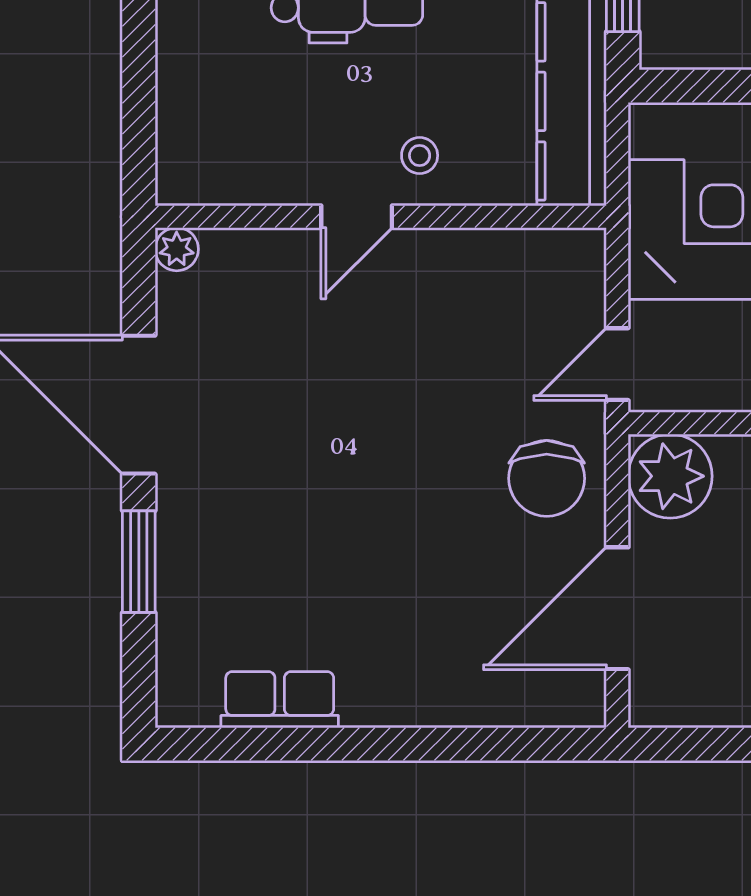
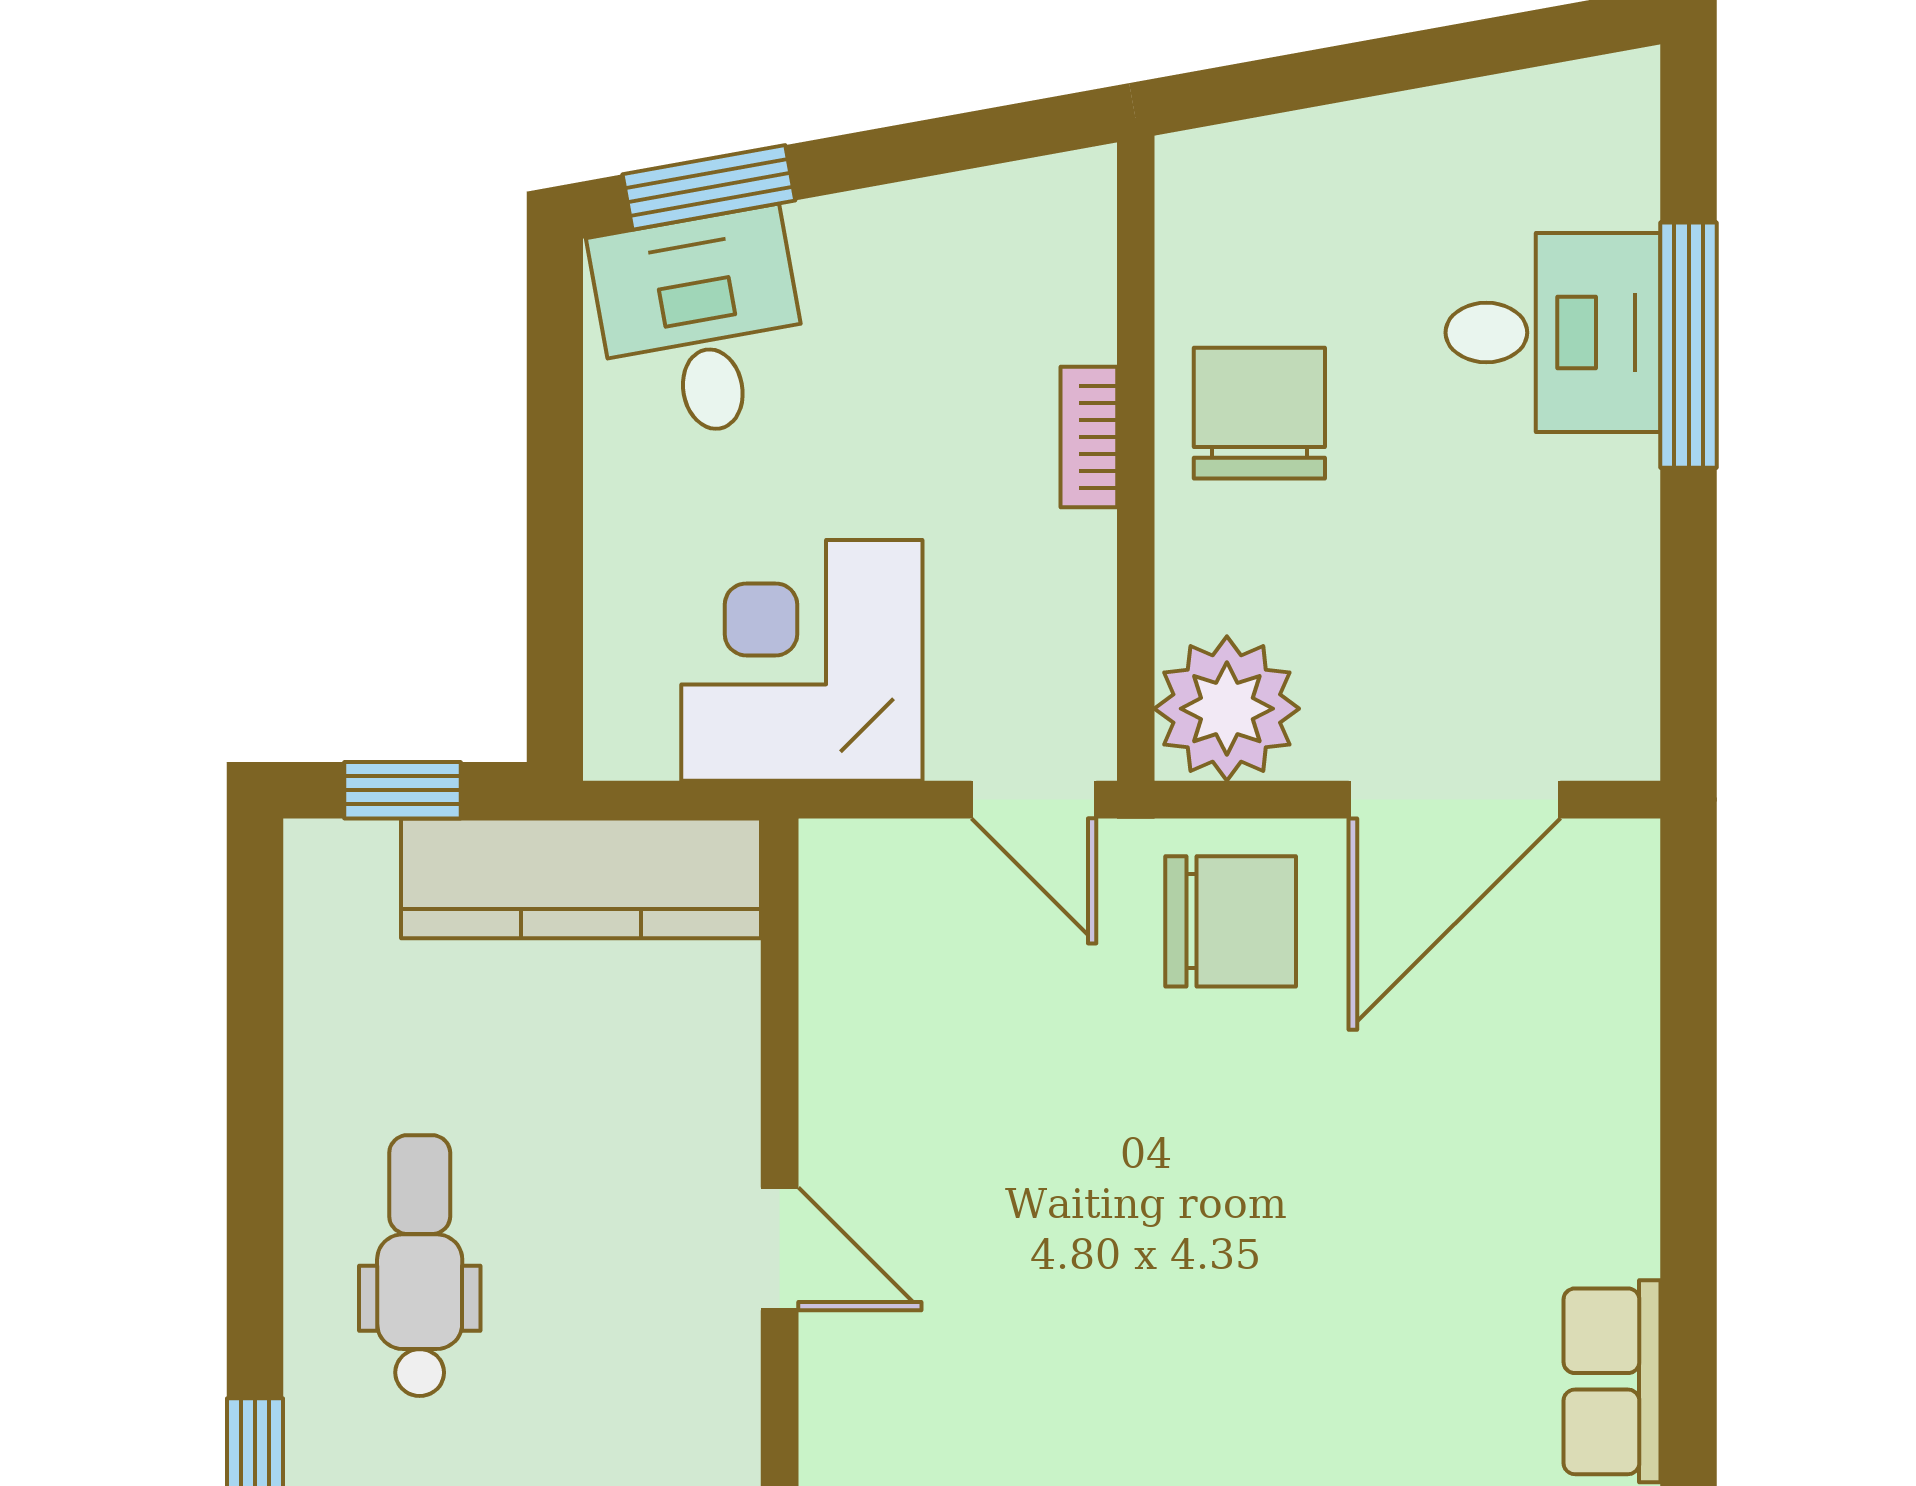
stool: (420, 155) -> (674, 1140), removed
door: (617, 608) -> (1455, 800), hinge flipped

